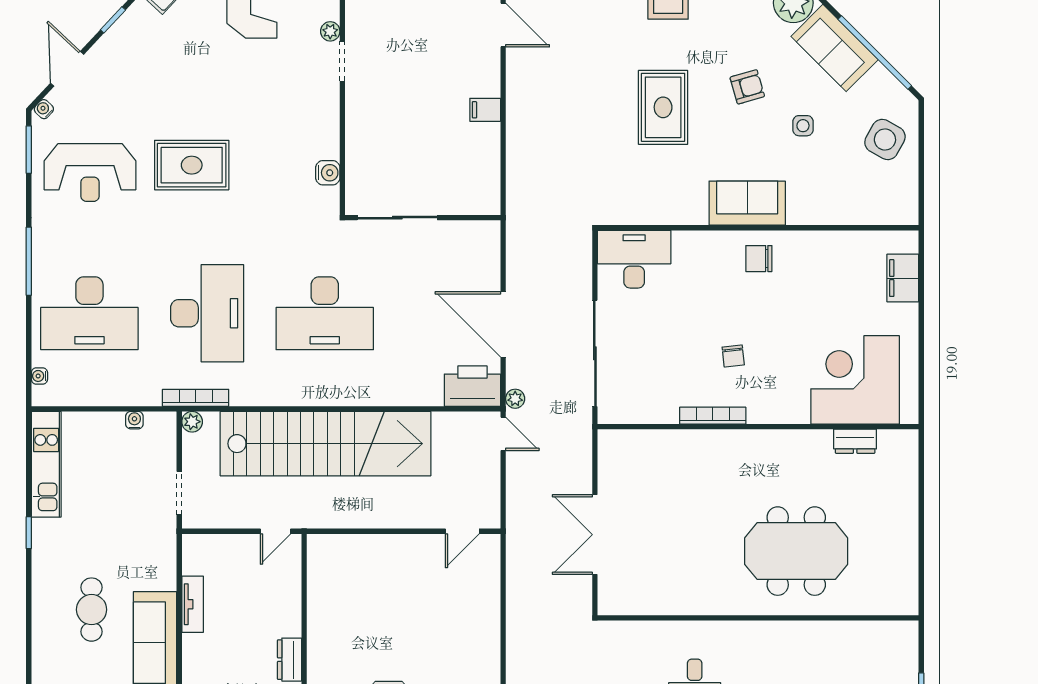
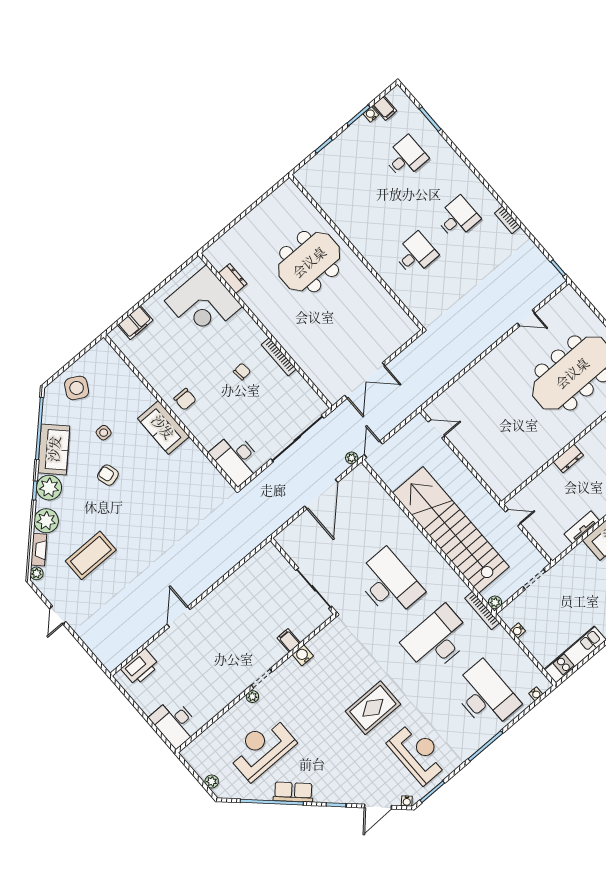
rug: (663, 107) -> (152, 507), removed
filing cabinet: (485, 110) -> (289, 640), moved, turned 180
rug: (192, 165) -> (373, 708), turned 90
water cooler: (328, 173) -> (303, 655), moved
printer: (472, 386) -> (363, 483), removed
double door: (595, 535) -> (365, 381), moved
meeting table: (796, 551) -> (309, 262), turned 90

